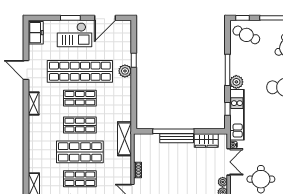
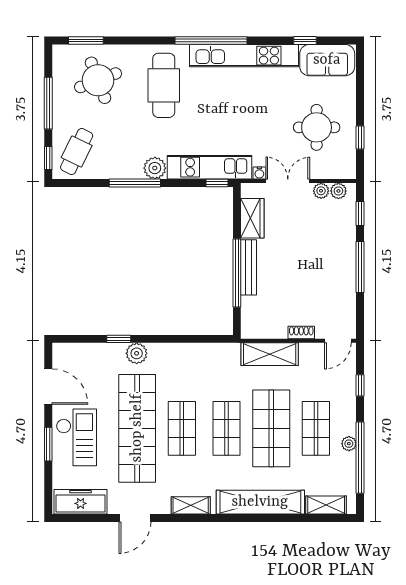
freezer: (36, 33) -> (81, 502), width x1.40
window: (227, 109) -> (217, 183), moved
shelving: (125, 139) -> (270, 354), moved
shelving: (36, 145) -> (260, 502), added

